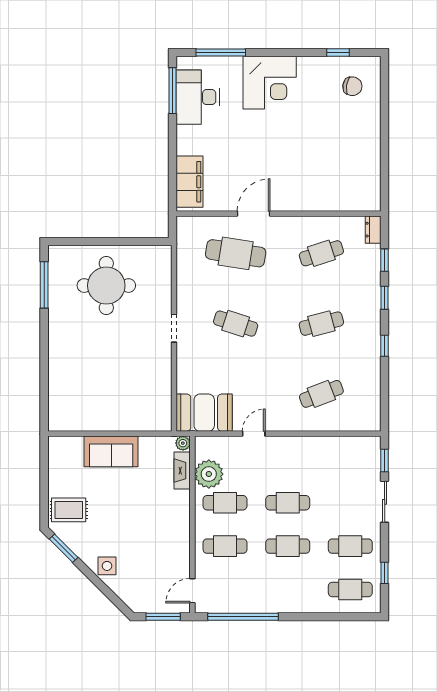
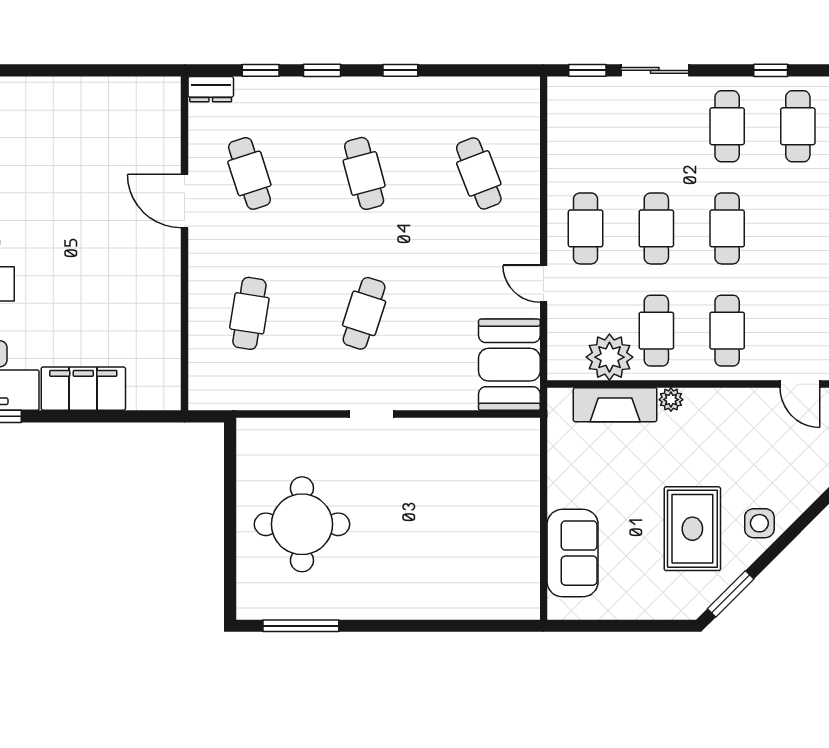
filing cabinet: (190, 182) -> (83, 389), moved
door: (254, 214) -> (185, 201), moved
cafe table: (236, 253) -> (249, 313), width x0.73, depth x0.74
plant: (183, 443) -> (671, 400), moved
sofa: (111, 451) -> (573, 553), moved
cafe table: (288, 459) -> (586, 228), added
fireplace: (182, 471) -> (615, 405), width x1.37, depth x1.32
rug: (69, 510) -> (692, 529), moved, width x1.36, depth x1.43

